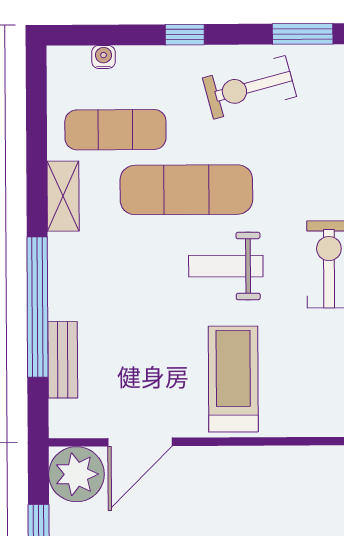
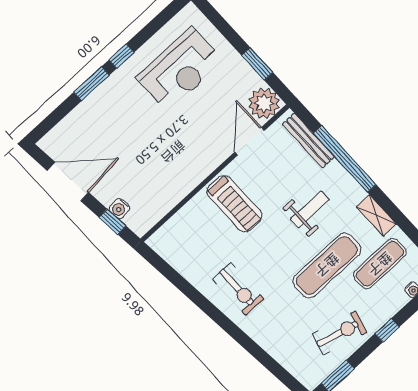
exercise bike: (249, 87) -> (340, 333), turned 30
weight bench: (226, 266) -> (310, 209), moved
bench: (63, 360) -> (308, 140), width x1.36

